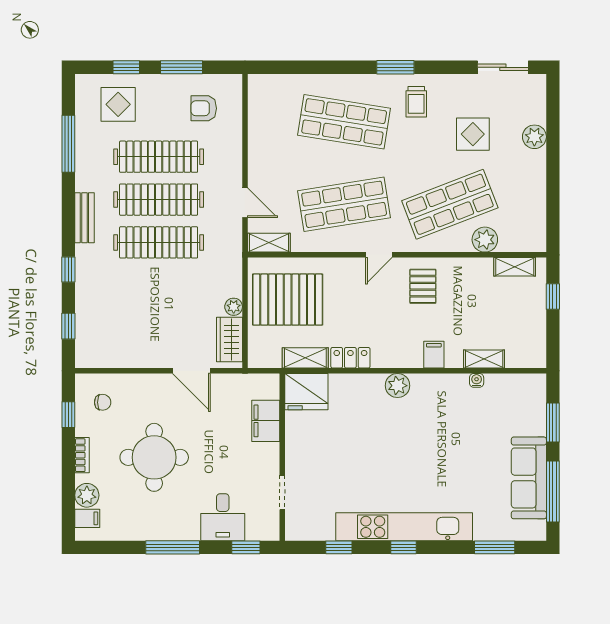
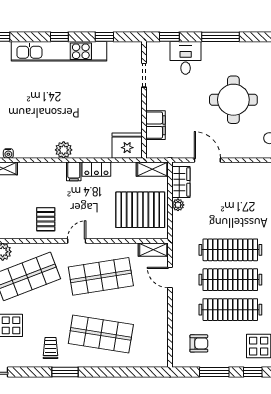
filing cabinet: (434, 355) -> (74, 171), moved
shelving: (305, 358) -> (152, 169), moved

